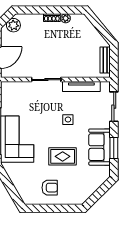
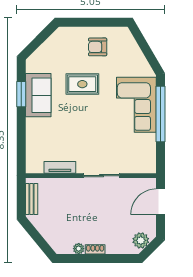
tv unit: (81, 86) -> (60, 167), width x0.71
sliding door: (114, 107) -> (21, 143), removed
side table: (68, 120) -> (76, 128), removed

